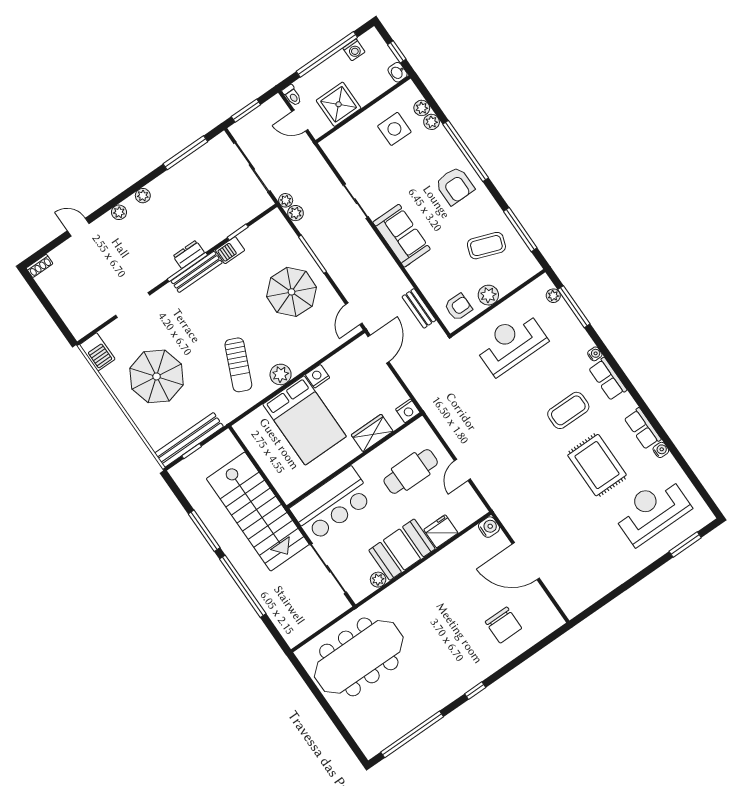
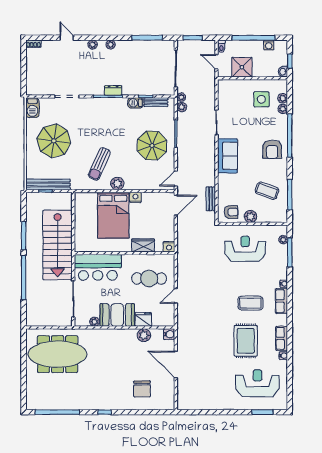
bench: (197, 272) -> (156, 102), moved, width x0.73
plant: (456, 552) -> (144, 335), added

